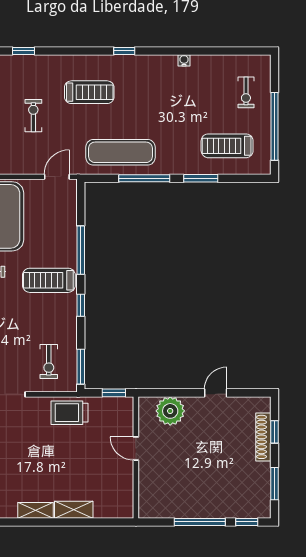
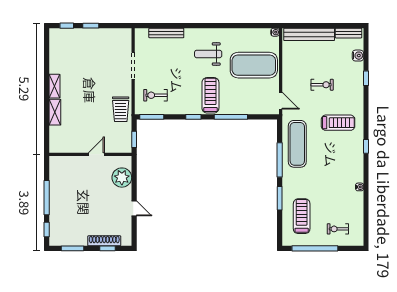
treadmill: (89, 92) -> (338, 123), turned -90
trolley: (69, 413) -> (121, 109), turned 180

